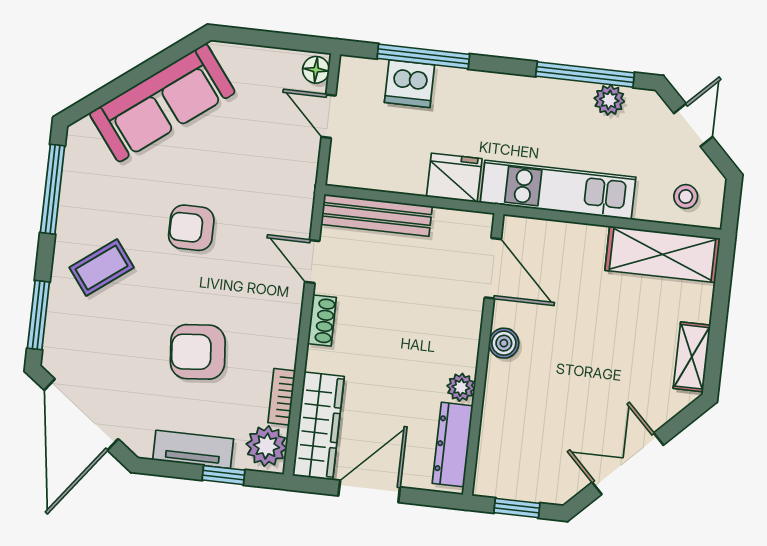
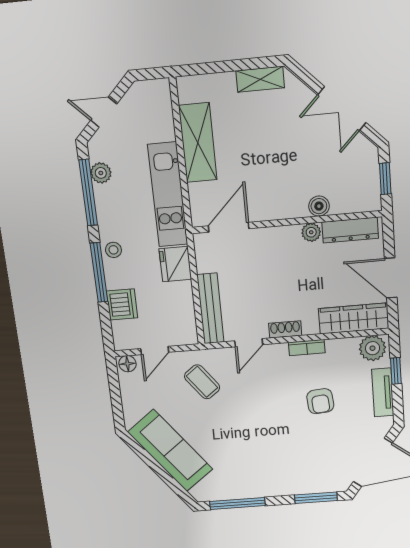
window: (423, 56) -> (99, 272), moved
stool: (686, 197) -> (113, 250), moved
armchair: (191, 228) -> (243, 419), removed
shelving: (663, 254) -> (198, 143), moved
coffee table: (102, 268) -> (202, 382), moved
boiler: (504, 343) -> (319, 206), moved
armchair: (198, 352) -> (320, 401), width x0.72, depth x0.72
bookcase: (282, 397) -> (307, 348), moved

